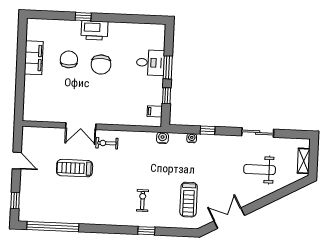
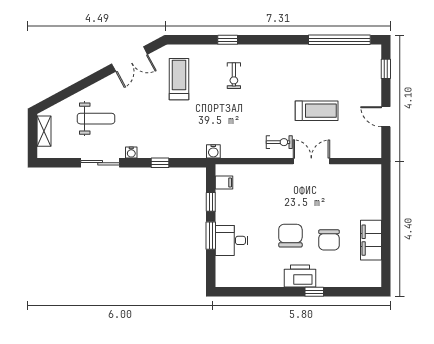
water cooler: (192, 138) -> (131, 153), moved

